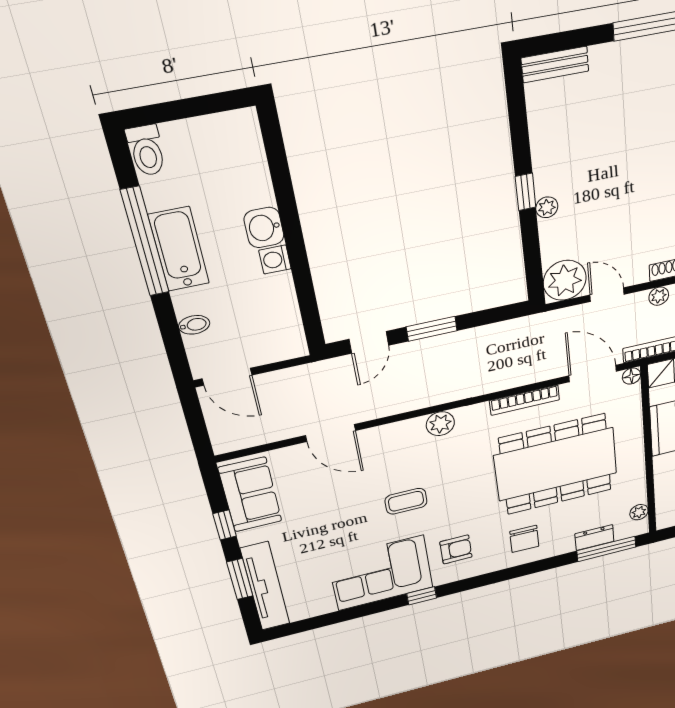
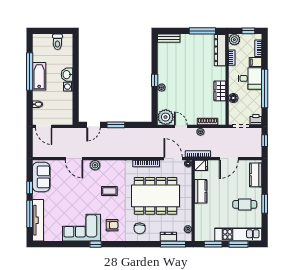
toilet: (146, 150) -> (57, 42), moved
plant: (440, 424) -> (95, 165), moved
coffee table: (406, 501) -> (109, 191), moved
window: (240, 579) -> (30, 214), width x1.44

